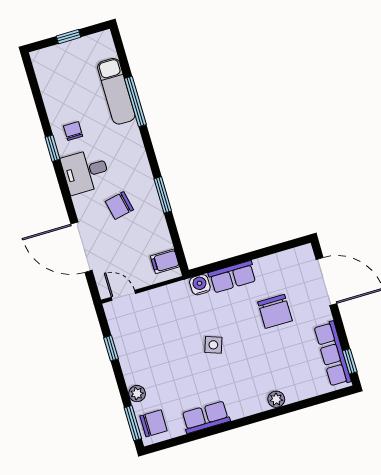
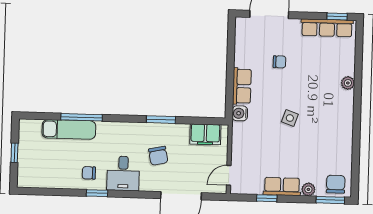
filing cabinet: (165, 261) -> (205, 134), width x2.00
chair: (275, 311) -> (279, 62), width x0.54, depth x0.54
row of seats: (206, 417) -> (282, 187), moved, turned 90

